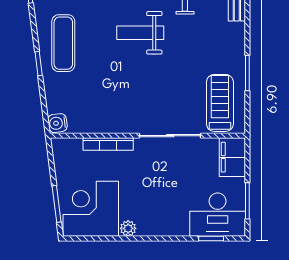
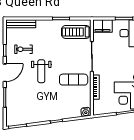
exercise mat: (63, 43) -> (74, 80), moved

